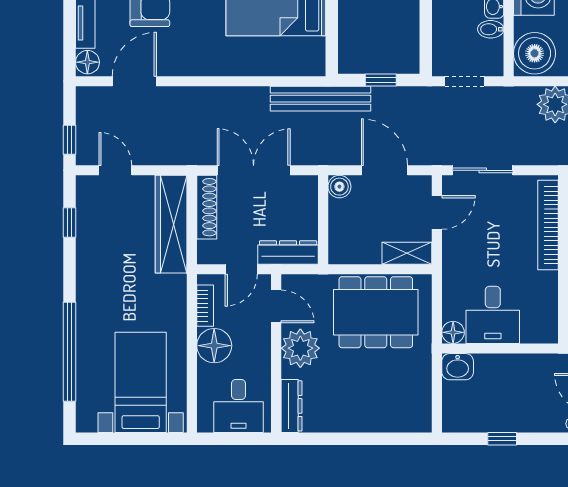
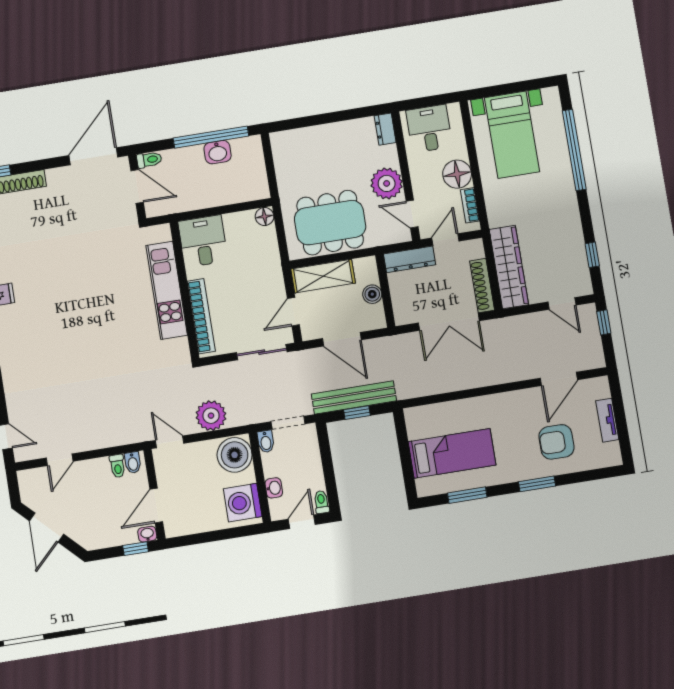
bidet: (491, 29) -> (266, 441), moved, turned 90
floor lamp: (87, 62) -> (600, 388), removed
bench: (320, 99) -> (354, 397), moved
boiler: (339, 187) -> (372, 294), moved
shelving: (407, 253) -> (323, 276), width x1.50, depth x1.33
desk: (493, 315) -> (203, 241), moved
washbasin: (458, 367) -> (218, 152), moved, turned 180
dresser: (291, 406) -> (385, 129), width x0.70
window: (502, 439) -> (211, 137), width x3.17

